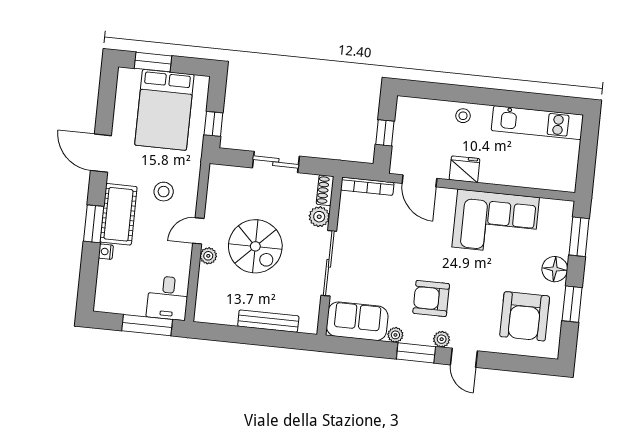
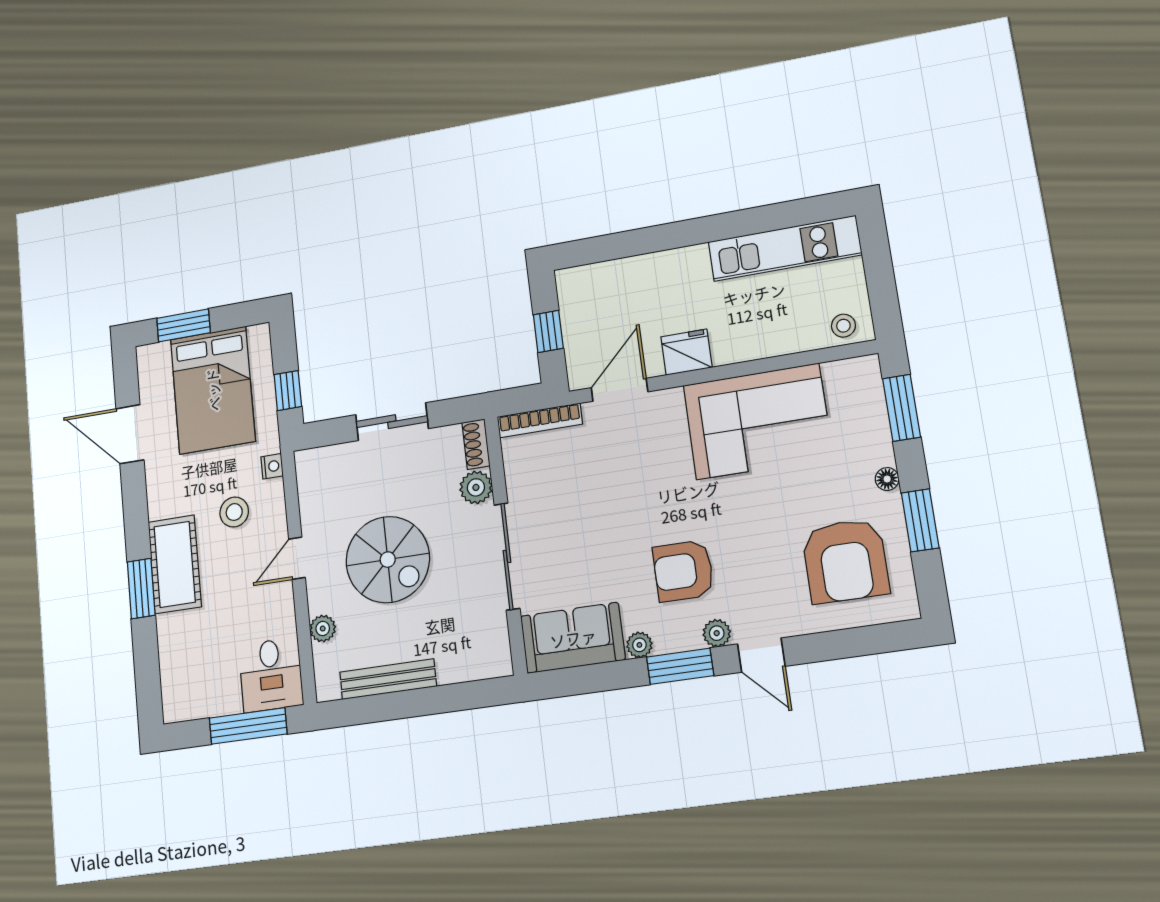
stool: (463, 116) -> (843, 326), moved
door: (101, 153) -> (130, 434), moved
door: (419, 181) -> (619, 390), swing flipped
nightstand: (106, 252) -> (272, 466), moved, turned 180
plant: (208, 256) -> (323, 628), moved
floor lamp: (555, 269) -> (887, 479), width x0.53, depth x0.53
bench: (268, 321) -> (388, 679), moved

